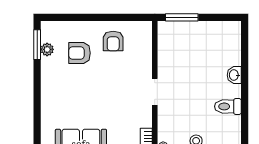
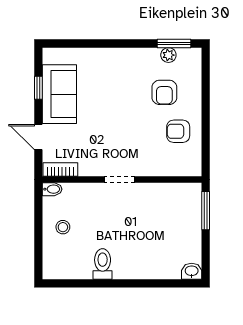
armchair: (79, 53) -> (164, 92), turned 180
washbasin: (234, 75) -> (192, 271), moved

